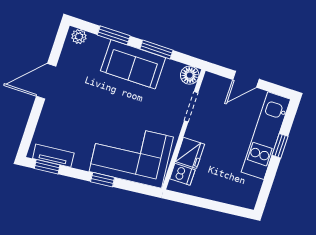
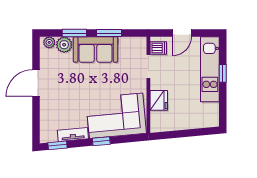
plant: (96, 45) -> (64, 45), added
floor lamp: (190, 75) -> (140, 44), removed
tv unit: (53, 156) -> (73, 134), moved
dishwasher: (182, 174) -> (158, 48), moved

